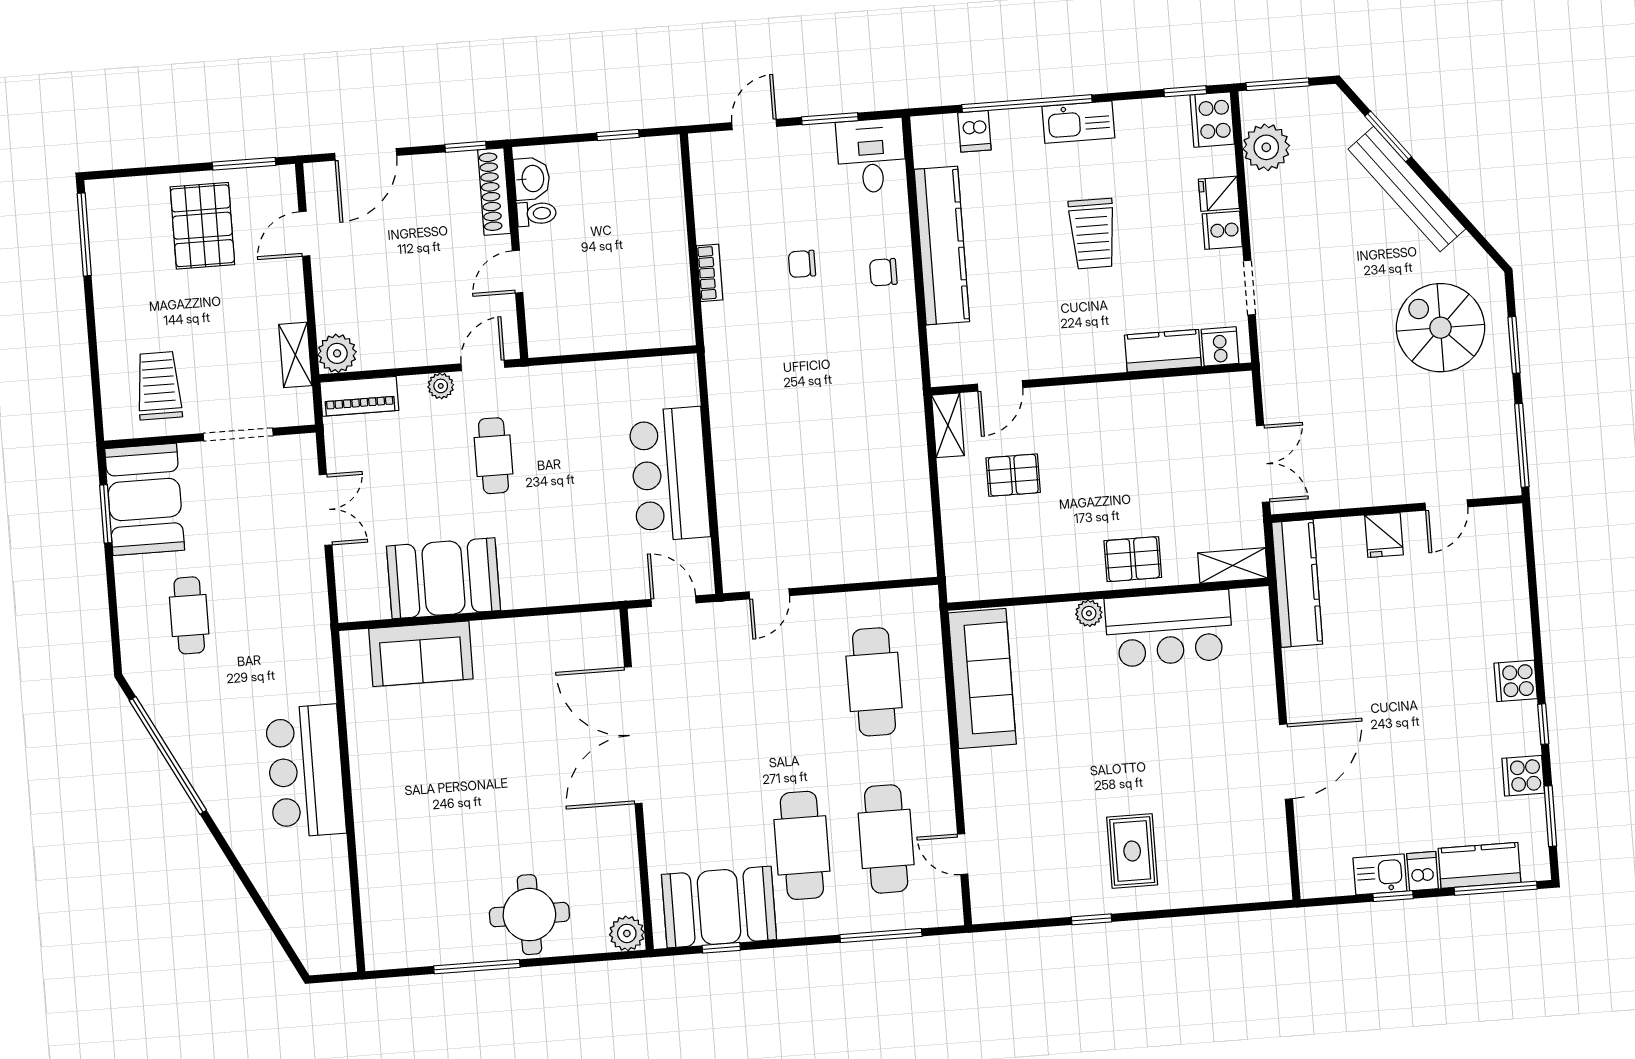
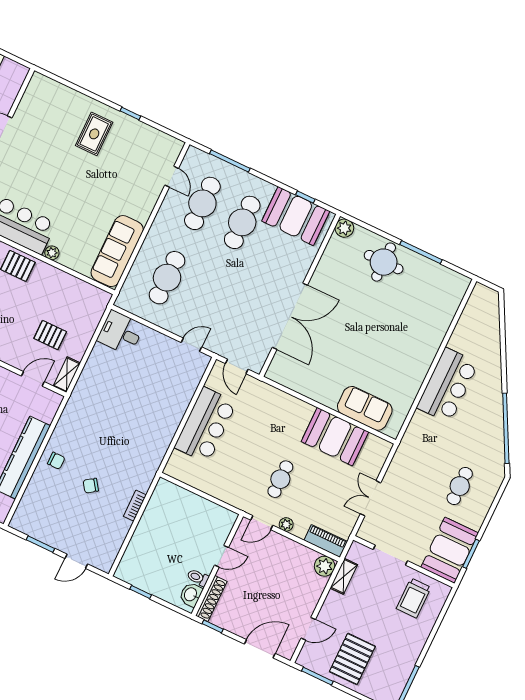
desk: (871, 156) -> (120, 333), moved, turned 90
chair: (802, 264) -> (91, 486), turned 145

